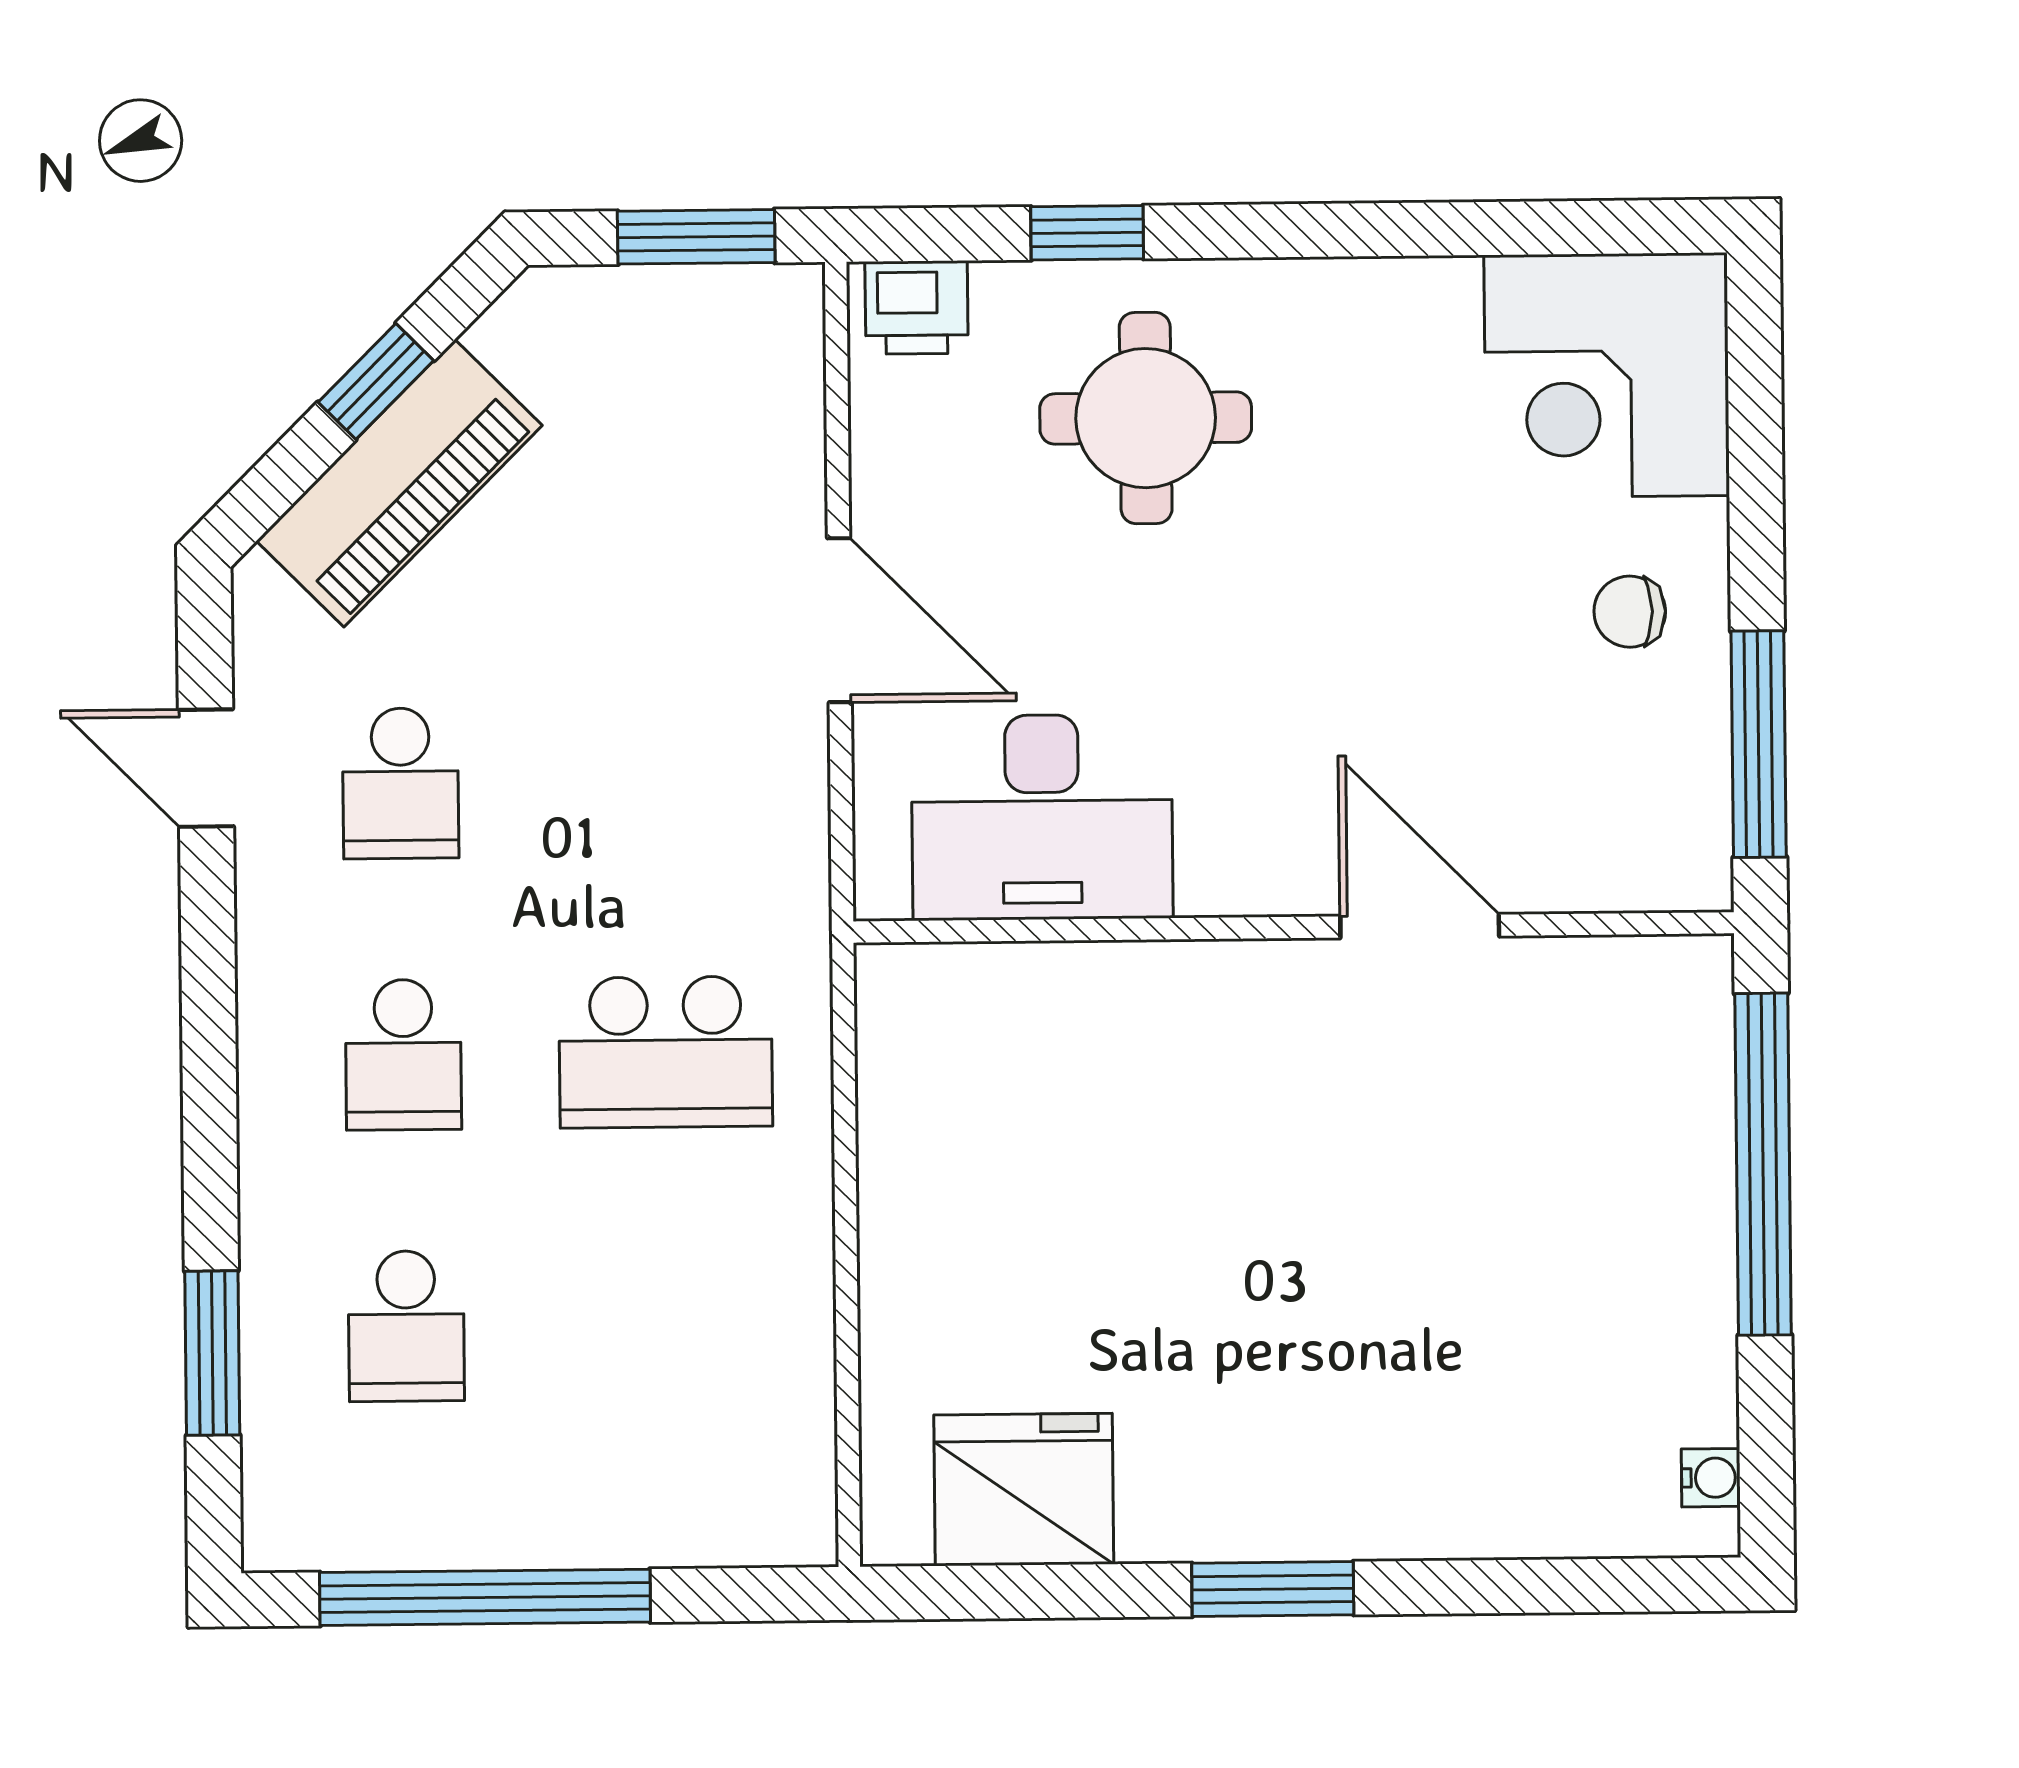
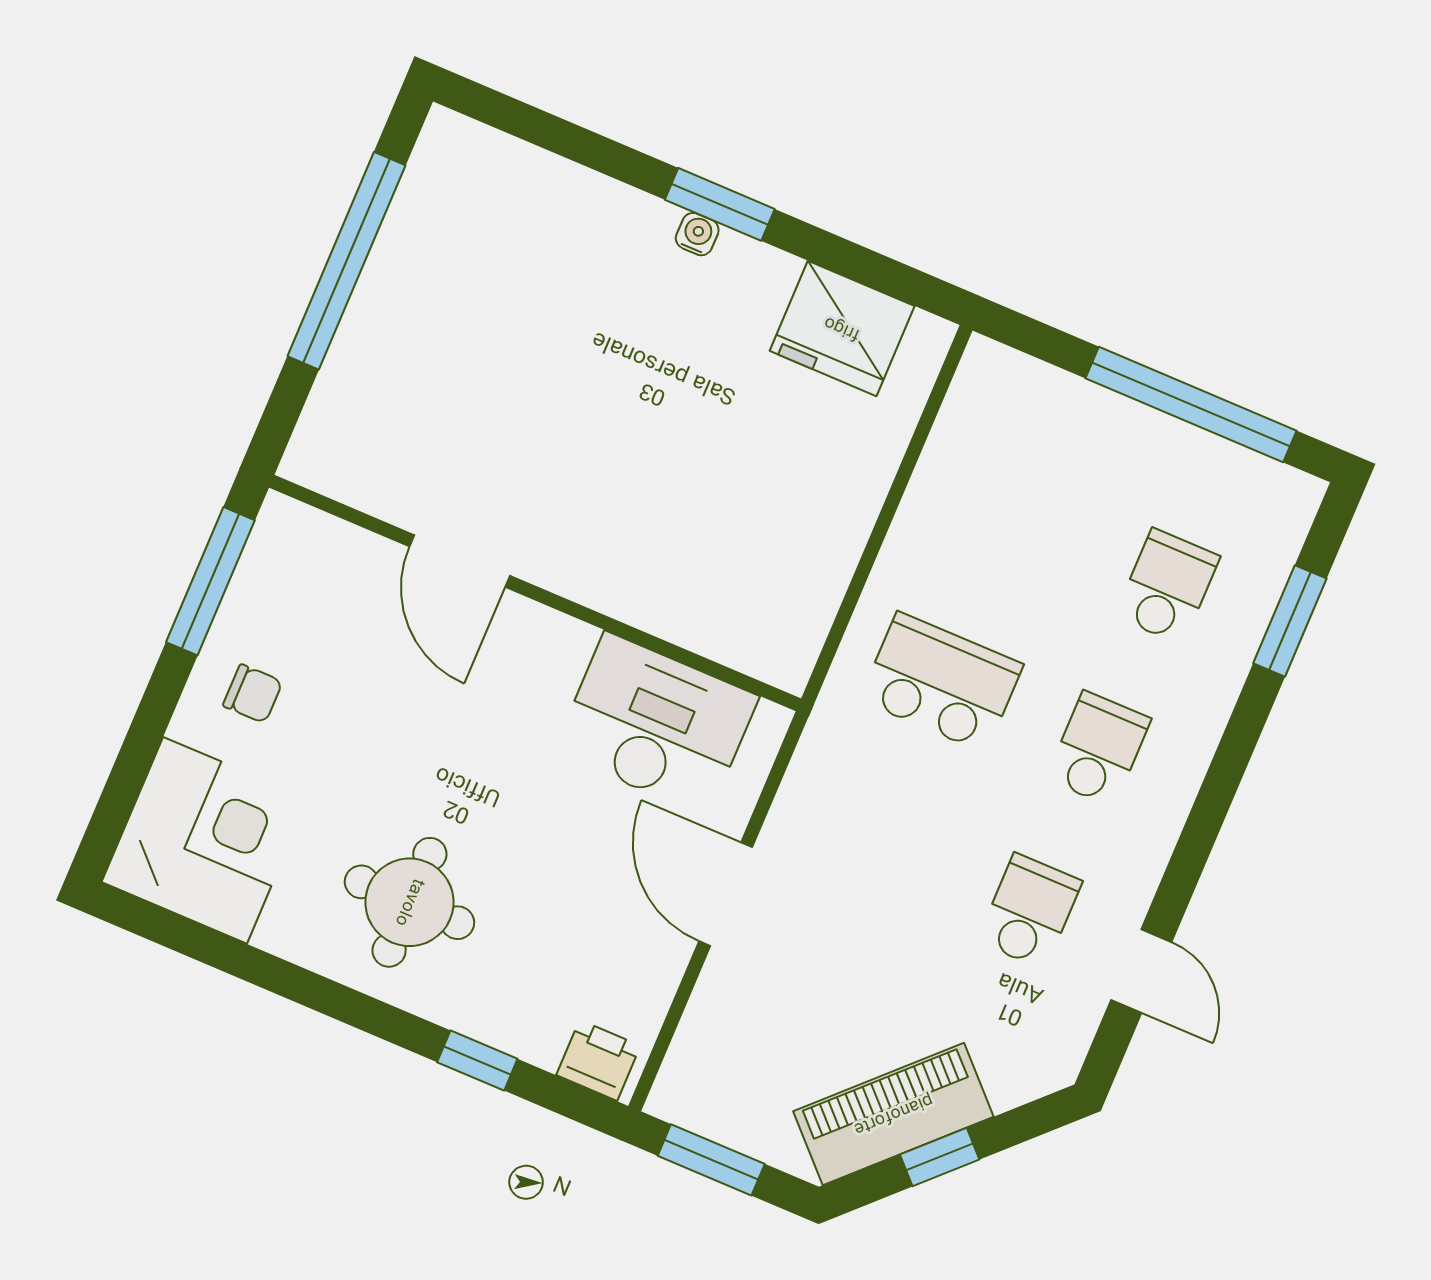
round table: (1146, 418) -> (409, 902), moved
piano: (399, 483) -> (893, 1114), moved
window: (1763, 1164) -> (346, 261), moved
water cooler: (1711, 1478) -> (697, 234), moved, turned 90

